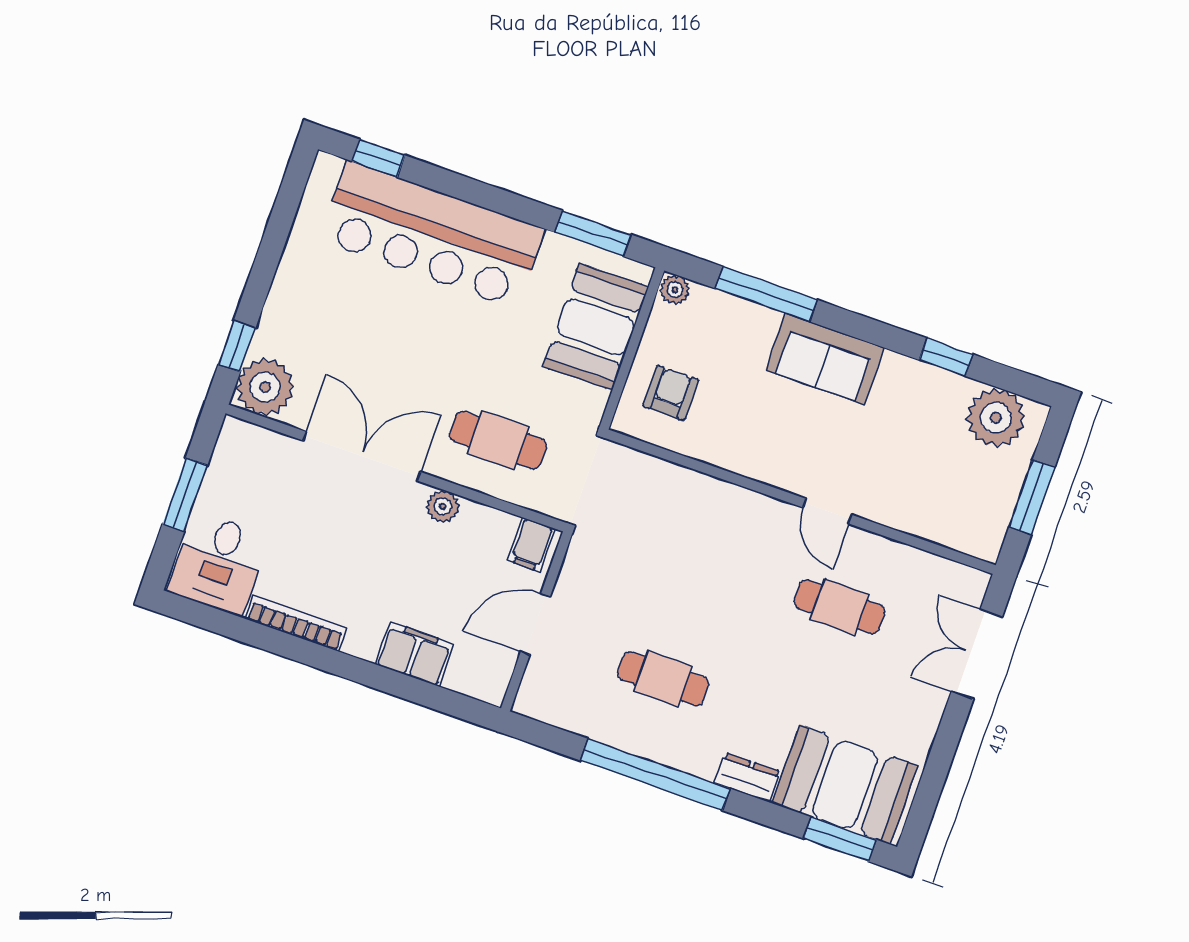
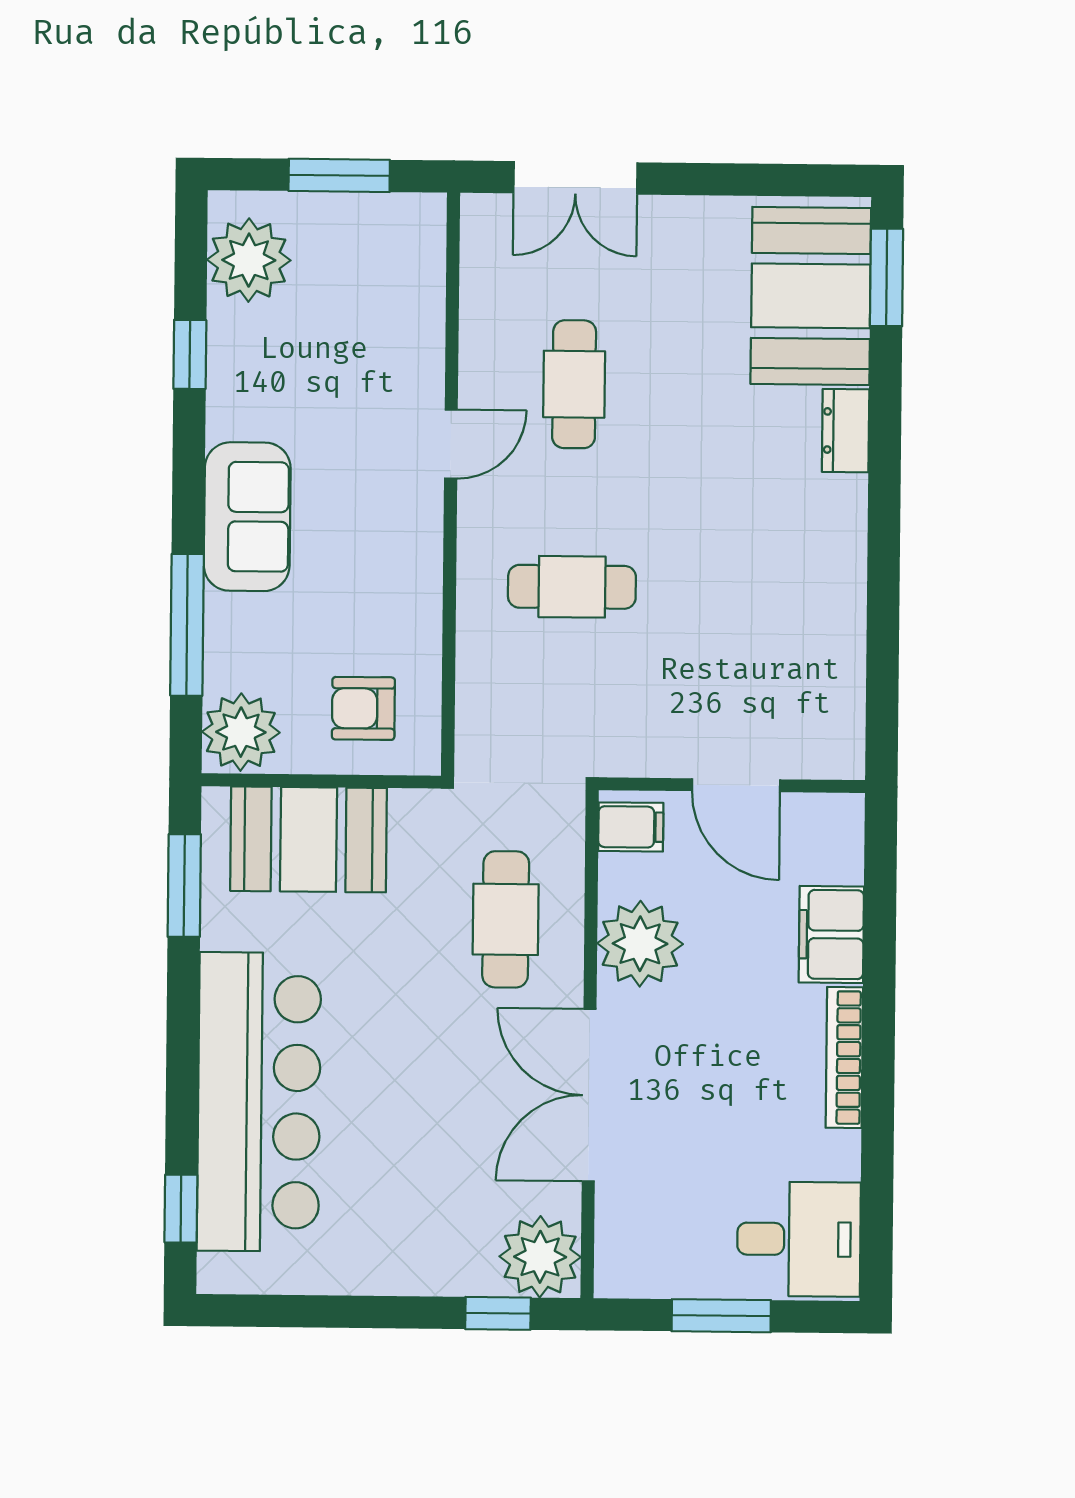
plant: (675, 290) -> (241, 732), width x1.88, depth x1.88
plant: (443, 506) -> (640, 944), width x1.88, depth x1.88
bookcase: (296, 623) -> (844, 1058), moved
cafe table: (663, 679) -> (572, 587), moved, turned 90
window: (655, 774) -> (884, 556), removed

